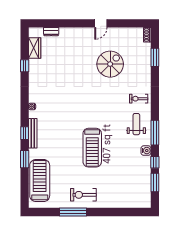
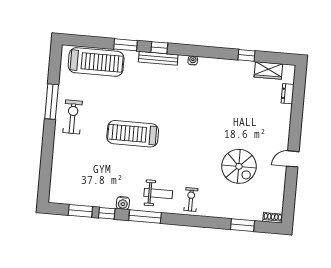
door: (101, 23) -> (293, 159), hinge flipped

